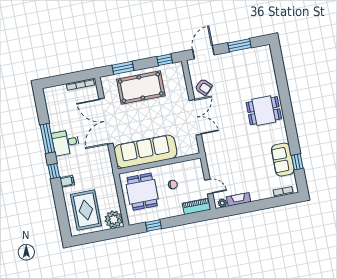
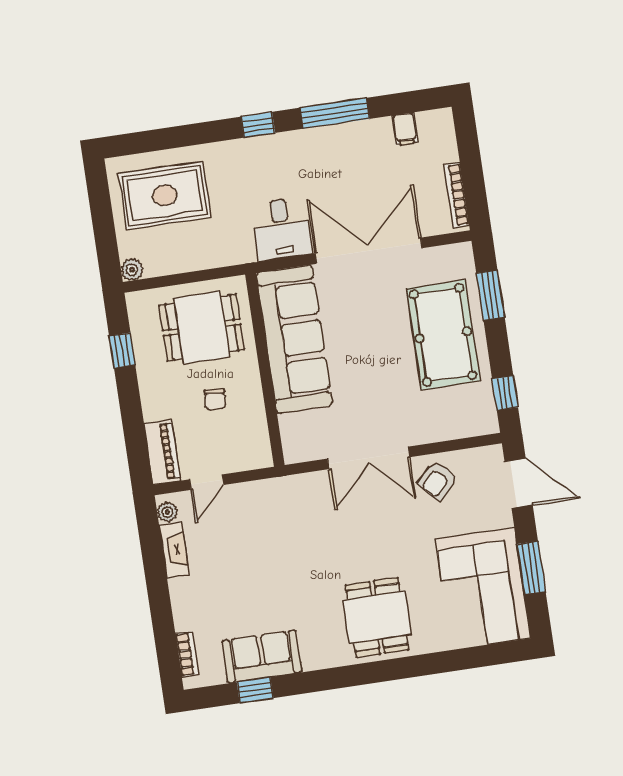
corner sofa: (249, 65) -> (483, 589), added
desk: (66, 143) -> (282, 229), moved, turned 180
filing cabinet: (67, 181) -> (405, 129), moved
plant: (114, 219) -> (132, 270), width x0.53, depth x0.53

